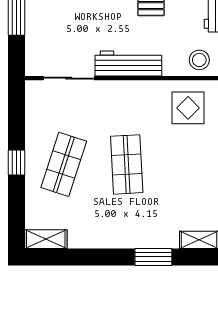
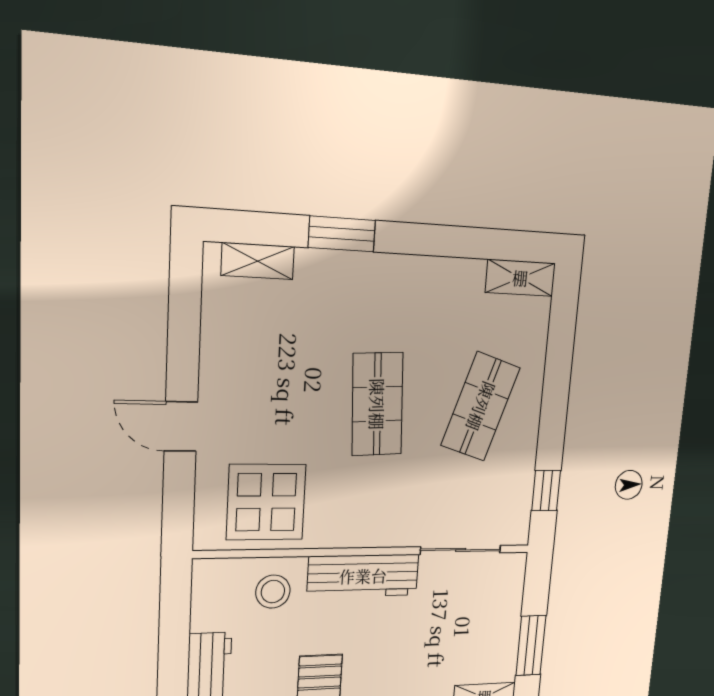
stool: (199, 60) -> (273, 592), moved
display table: (188, 108) -> (266, 502), width x1.36, depth x1.36
window: (16, 162) -> (546, 491), moved

